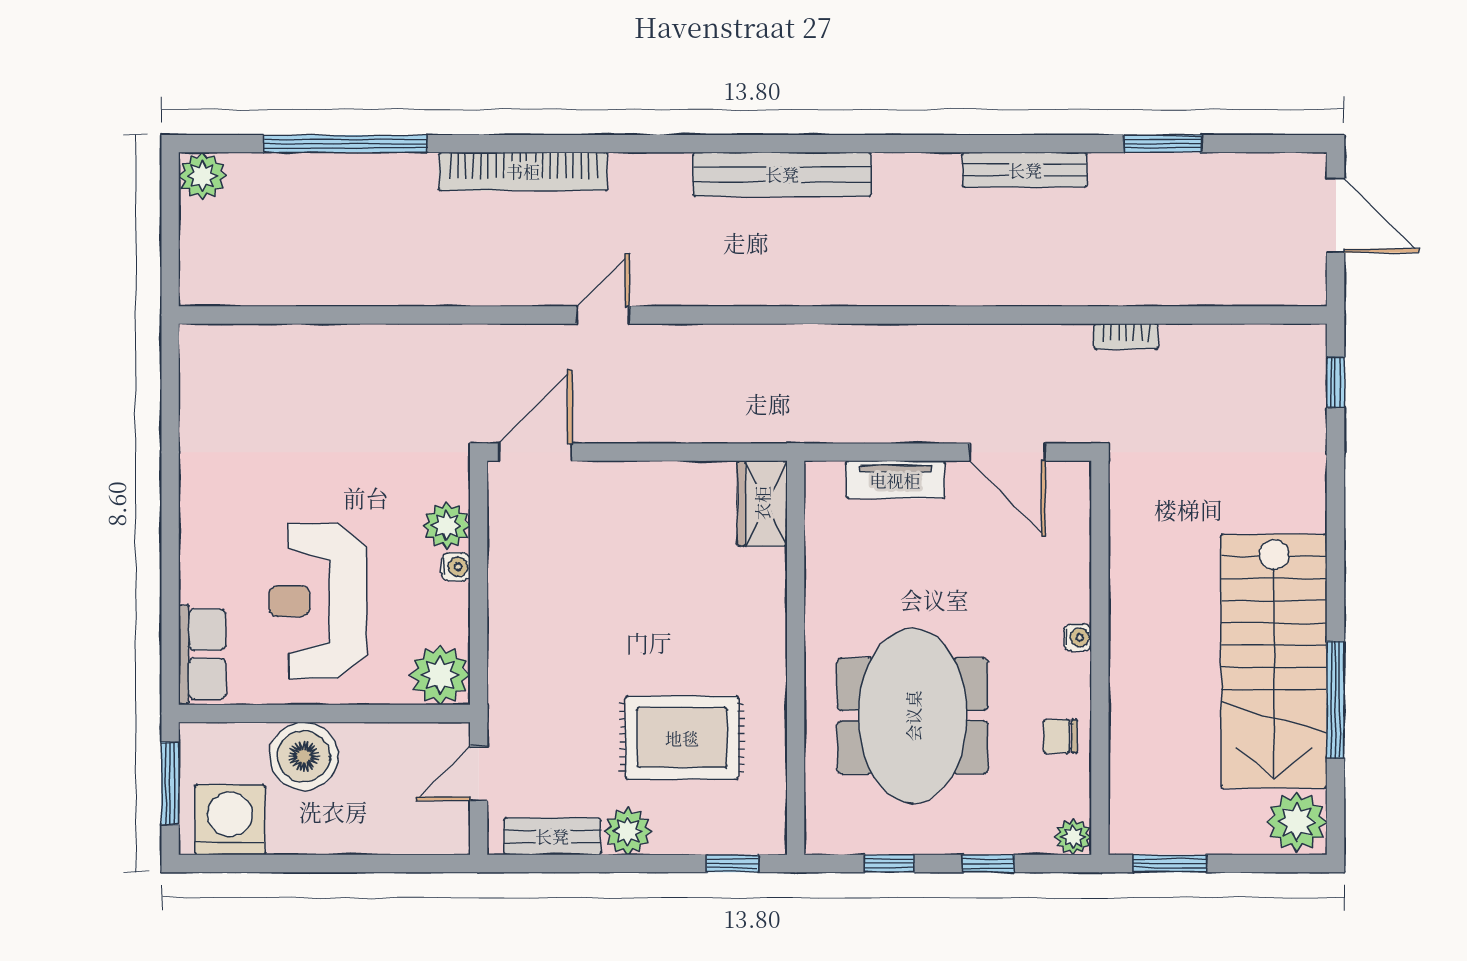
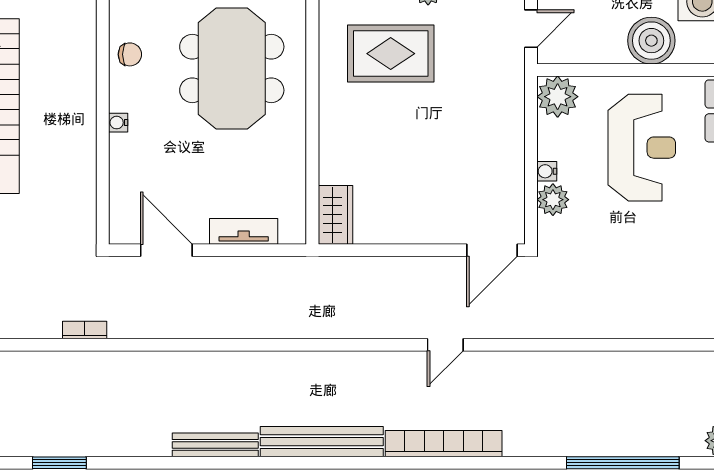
bench: (1025, 170) -> (215, 445), moved
bookcase: (523, 171) -> (444, 444), moved

